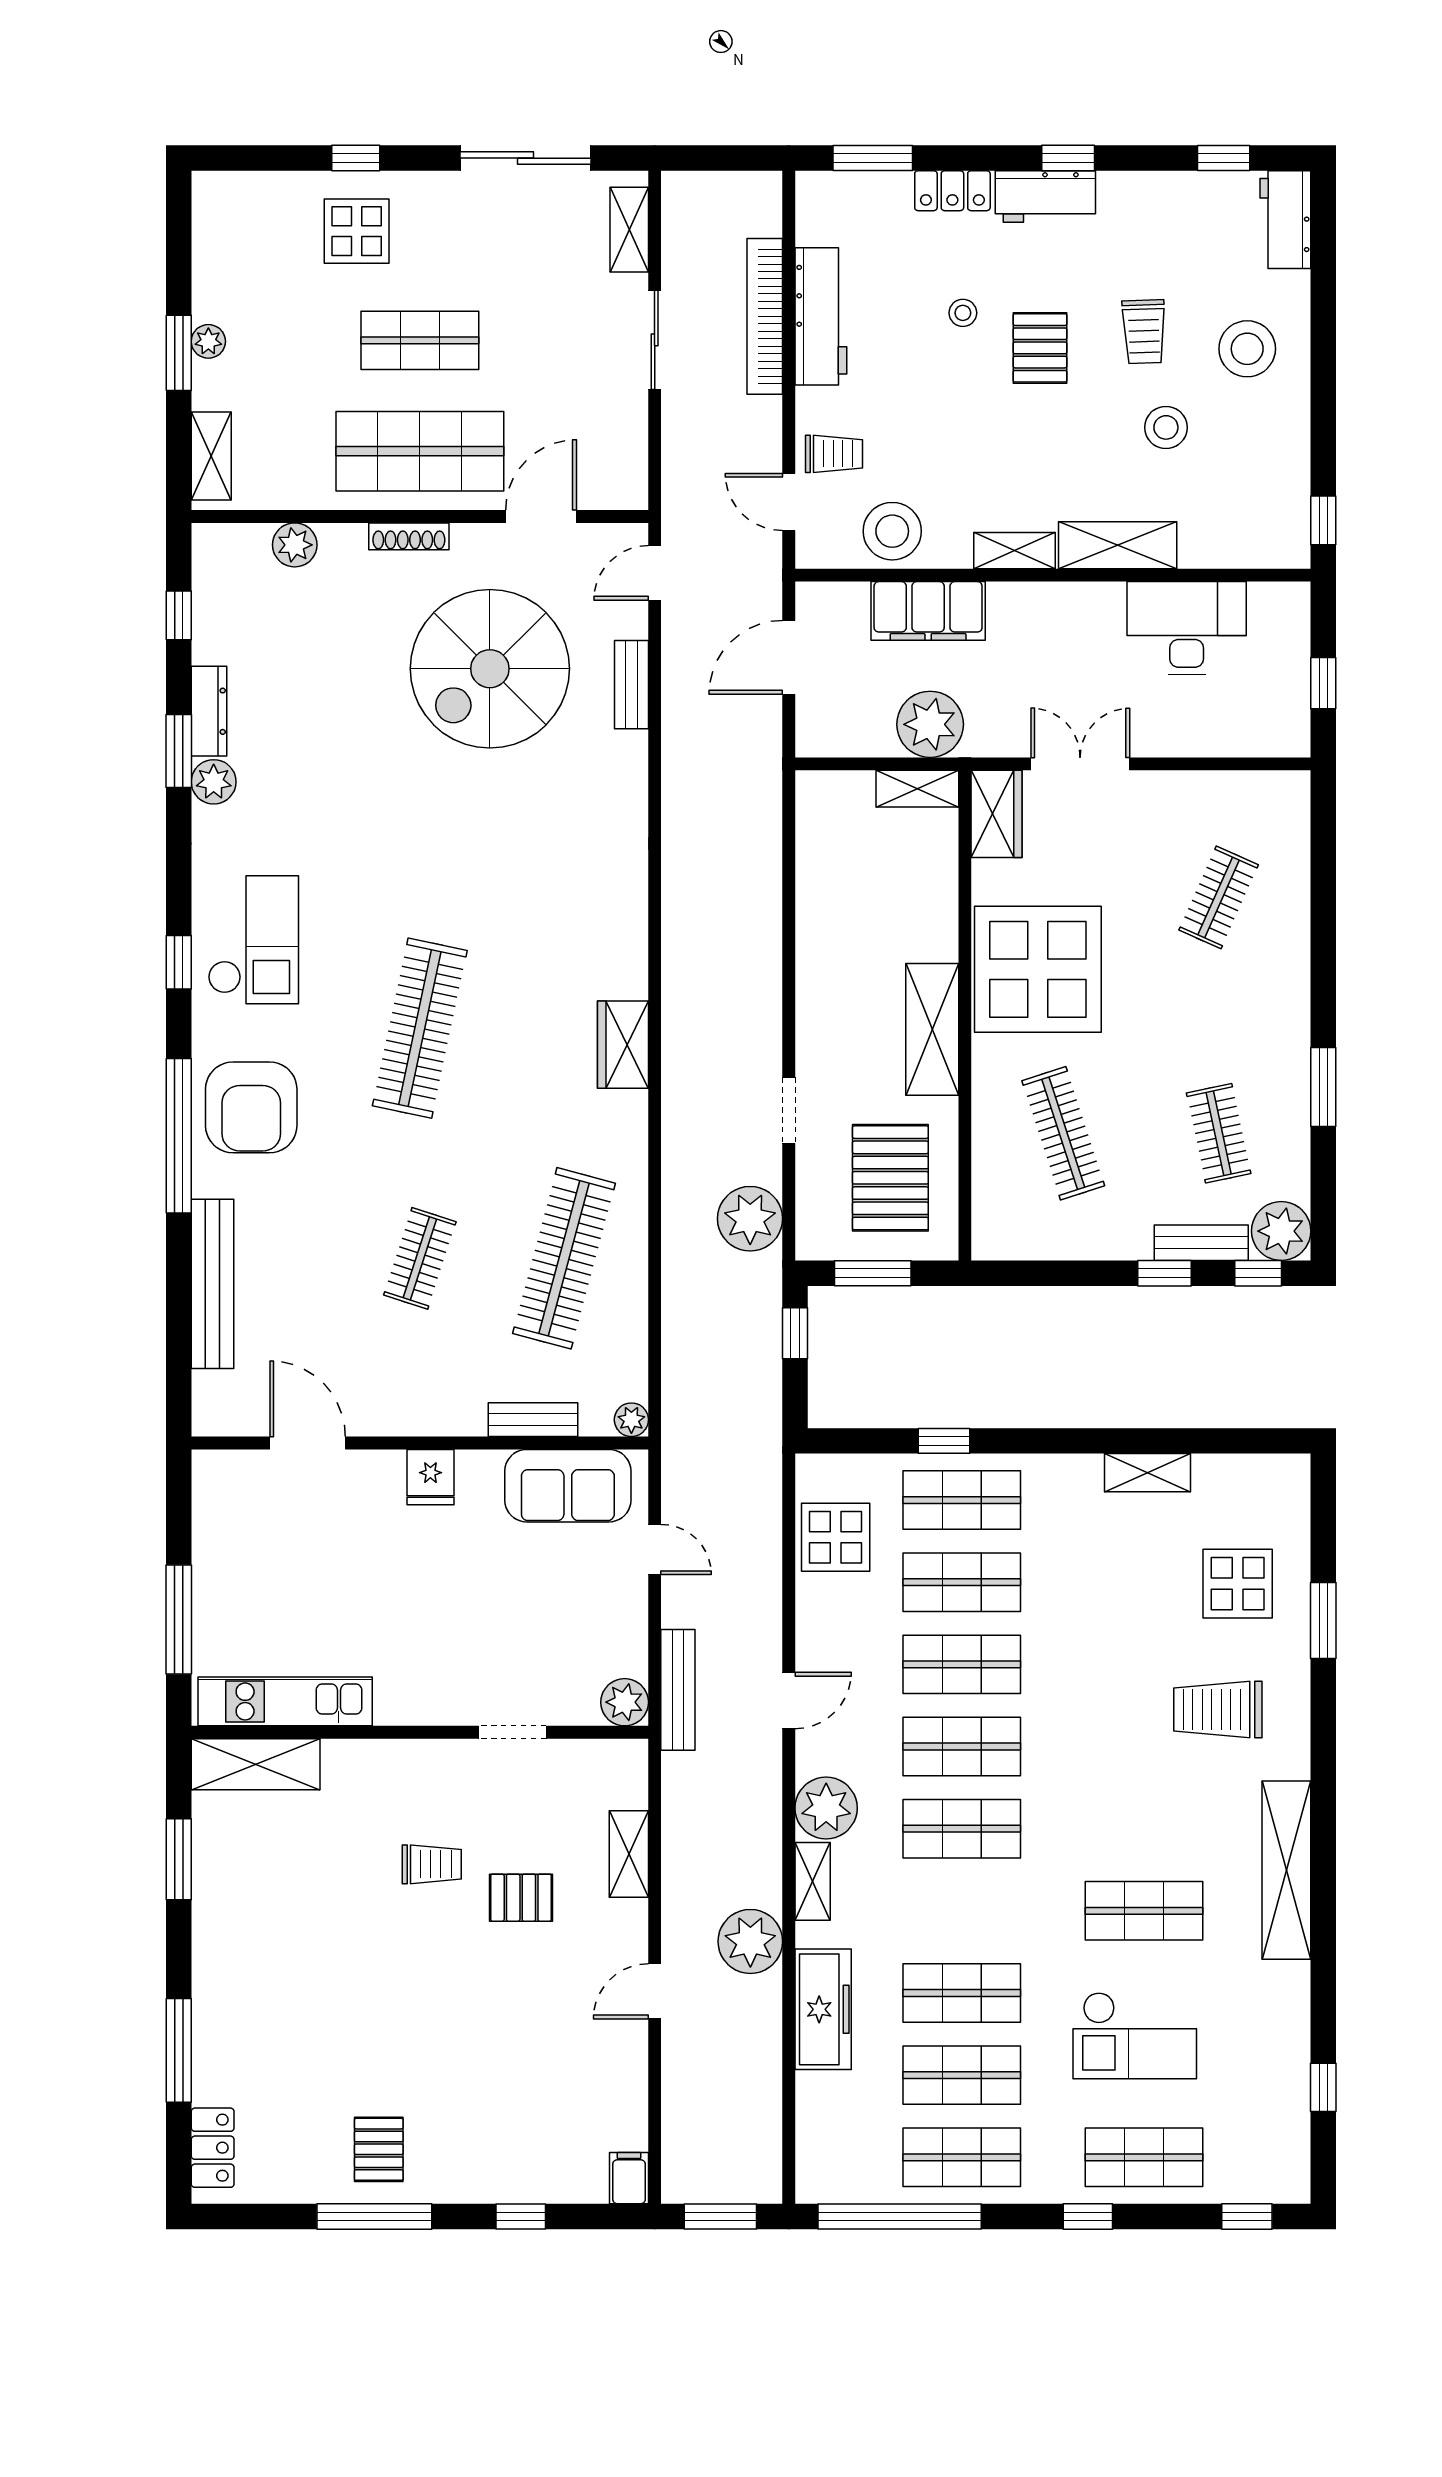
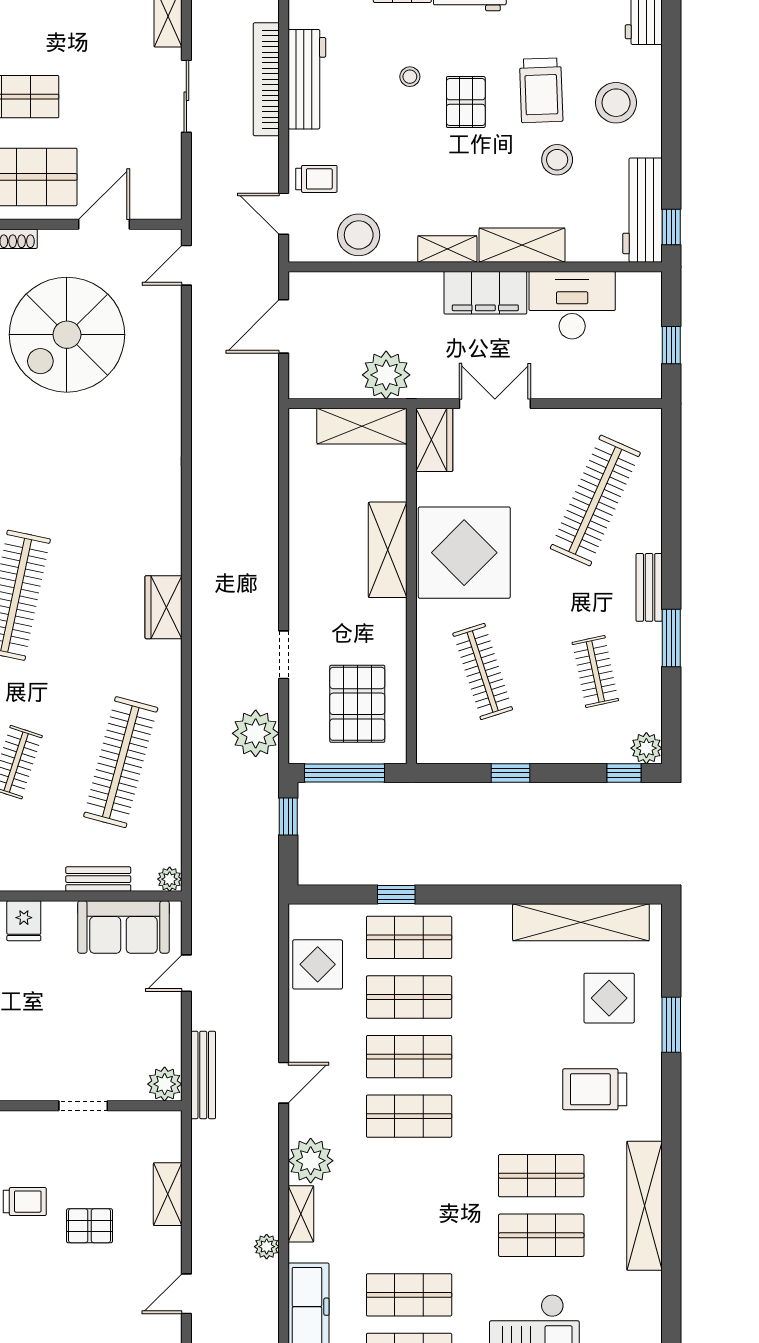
trolley: (1144, 332) -> (541, 90), width x1.36, depth x1.39
workbench: (1284, 497) -> (642, 210), added
filing cabinet: (928, 611) -> (485, 293), moved
bench: (631, 685) -> (170, 346), removed
shelving: (917, 789) -> (362, 426), width x1.50, depth x1.33
clothes rail: (1219, 897) -> (595, 500), width x1.86, depth x1.31
shelving: (932, 1029) -> (388, 550), moved
plant: (1281, 1231) -> (646, 748), width x0.73, depth x0.73
bench: (1201, 1243) -> (649, 587), moved, turned 90
window: (873, 1273) -> (345, 773), width x1.44
window: (1165, 1273) -> (511, 773), moved
shelving: (1148, 1473) -> (581, 922), width x2.20, depth x1.33
door: (655, 1549) -> (186, 973), swing flipped
shop shelf: (962, 1829) -> (541, 1176), moved
plant: (750, 1941) -> (267, 1247), width x0.53, depth x0.53

